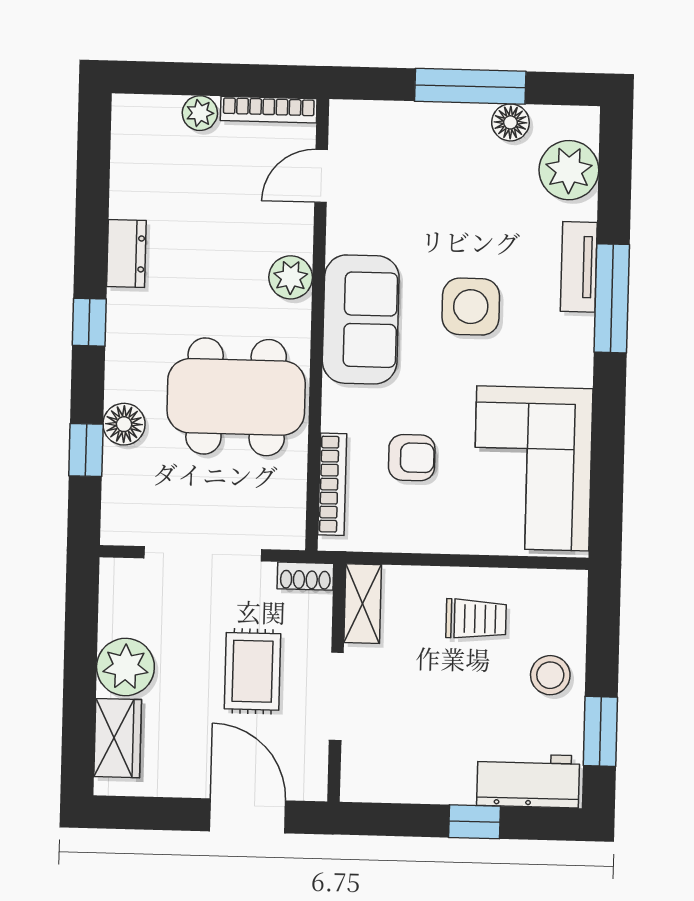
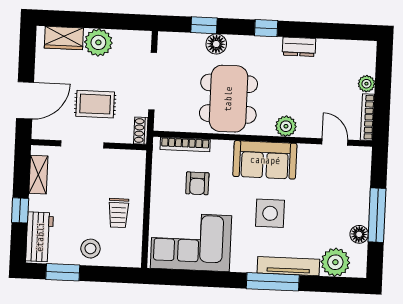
tv unit: (579, 267) -> (288, 266), width x1.41
shelving: (363, 604) -> (38, 175), moved, turned 90

